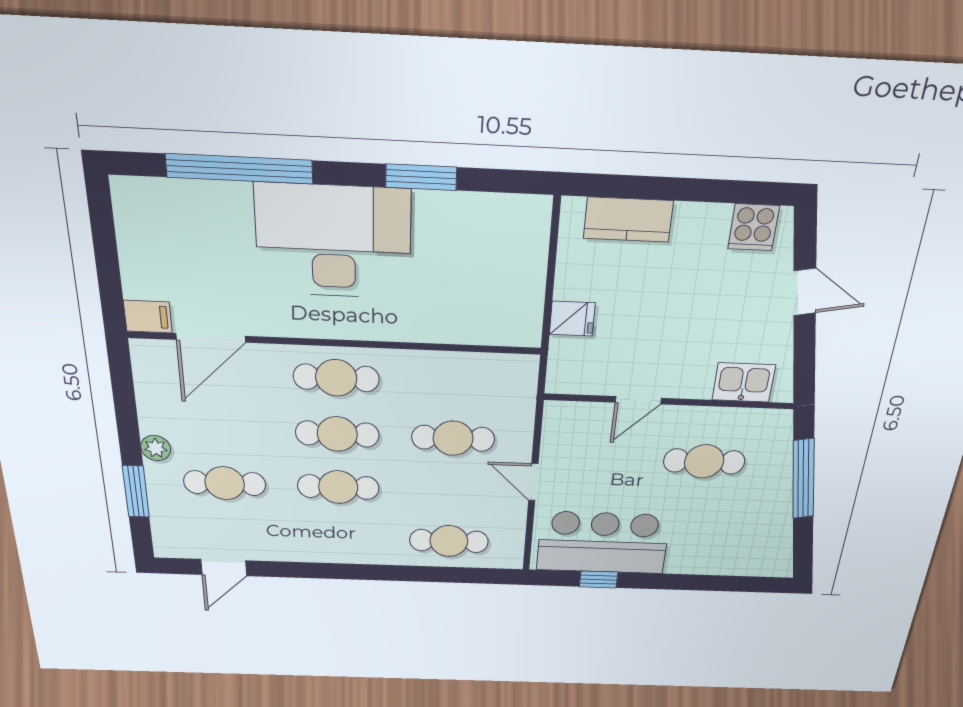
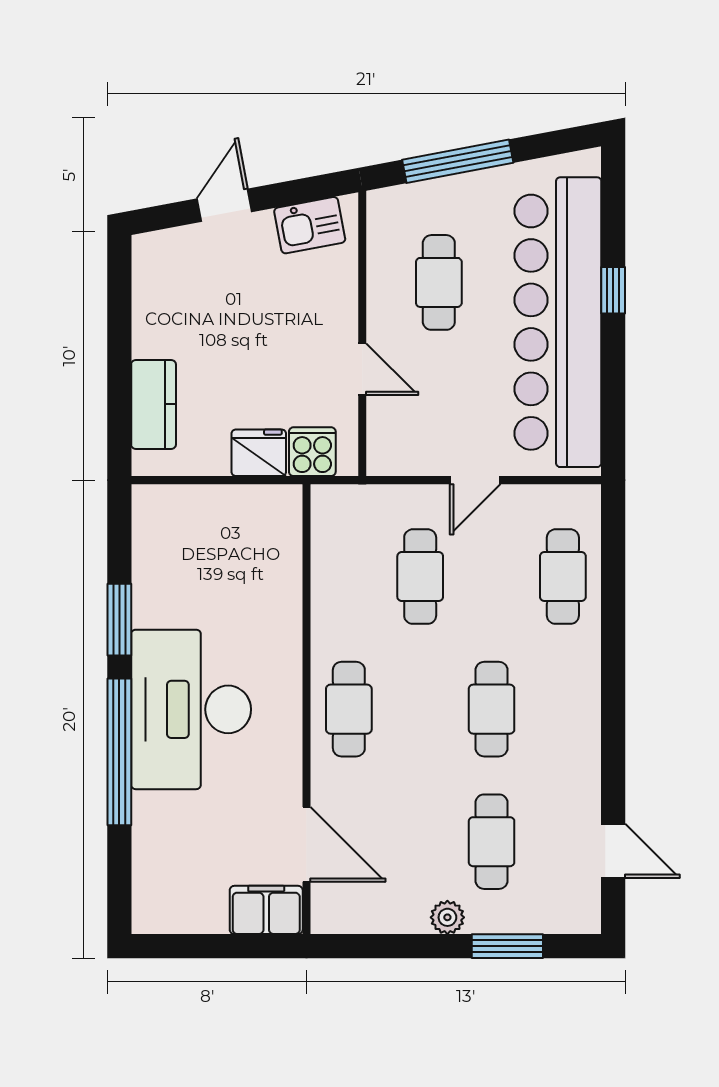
window: (239, 169) -> (119, 752), moved
cooker: (754, 227) -> (312, 452), moved, turned -90
filing cabinet: (148, 317) -> (266, 910), width x2.00
fridge: (572, 319) -> (259, 453), width x1.38
kitchen sink: (744, 382) -> (310, 225), moved, turned -101
cafe table: (337, 434) -> (420, 709), removed
bar counter: (603, 543) -> (558, 322), width x1.86
window: (598, 579) -> (613, 290), moved

